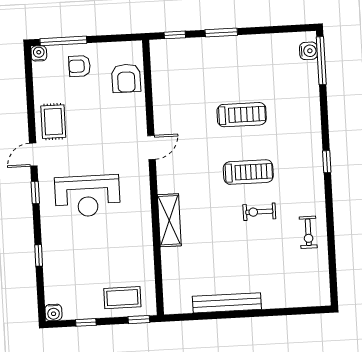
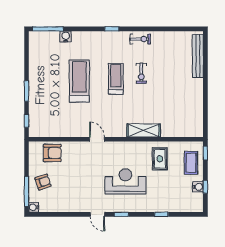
water cooler: (308, 51) -> (66, 37), moved
armchair: (80, 66) -> (43, 182), turned -109
treadmill: (242, 115) -> (79, 81), width x1.37, depth x1.38
rug: (53, 122) -> (160, 159), moved, turned 90
reception desk: (87, 196) -> (125, 181), turned -90
exercise bike: (308, 232) -> (140, 39), moved
bench: (227, 303) -> (198, 56), moved
water cooler: (53, 312) -> (198, 187), moved

